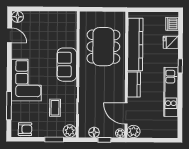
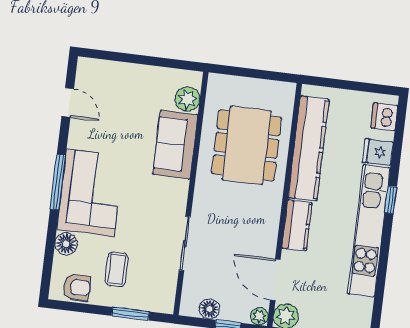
floor lamp: (18, 17) -> (66, 244), moved
sofa: (67, 65) -> (175, 145), moved
kitchen unit: (171, 92) -> (369, 231), width x1.36
window: (9, 106) -> (58, 182), moved
coffee table: (55, 108) -> (117, 269), moved
plant: (70, 131) -> (187, 99), moved

